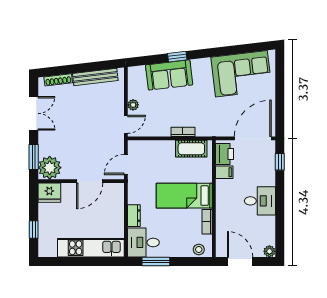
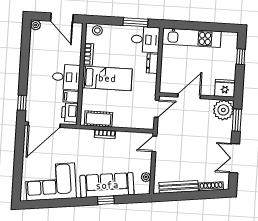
sofa: (169, 75) -> (107, 185), width x1.36
plant: (133, 105) -> (146, 177), moved
desk: (260, 201) -> (66, 77), moved, turned 180

